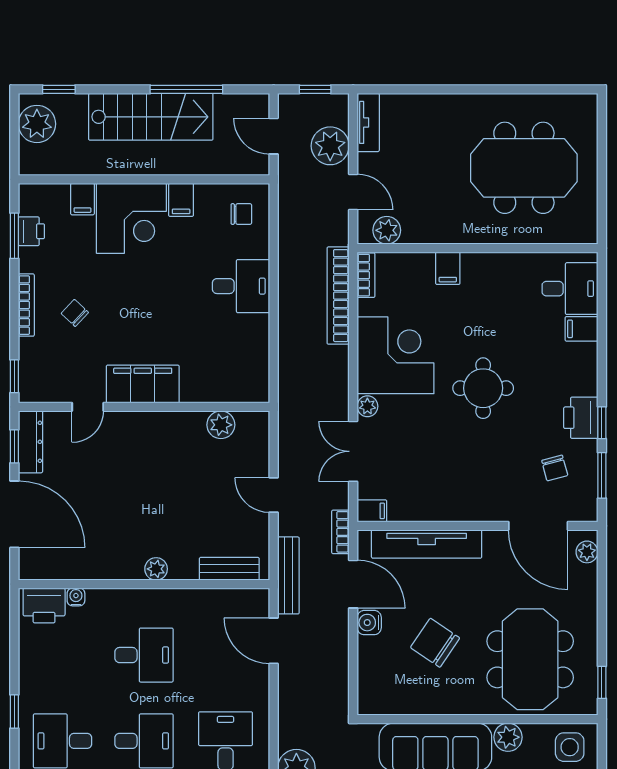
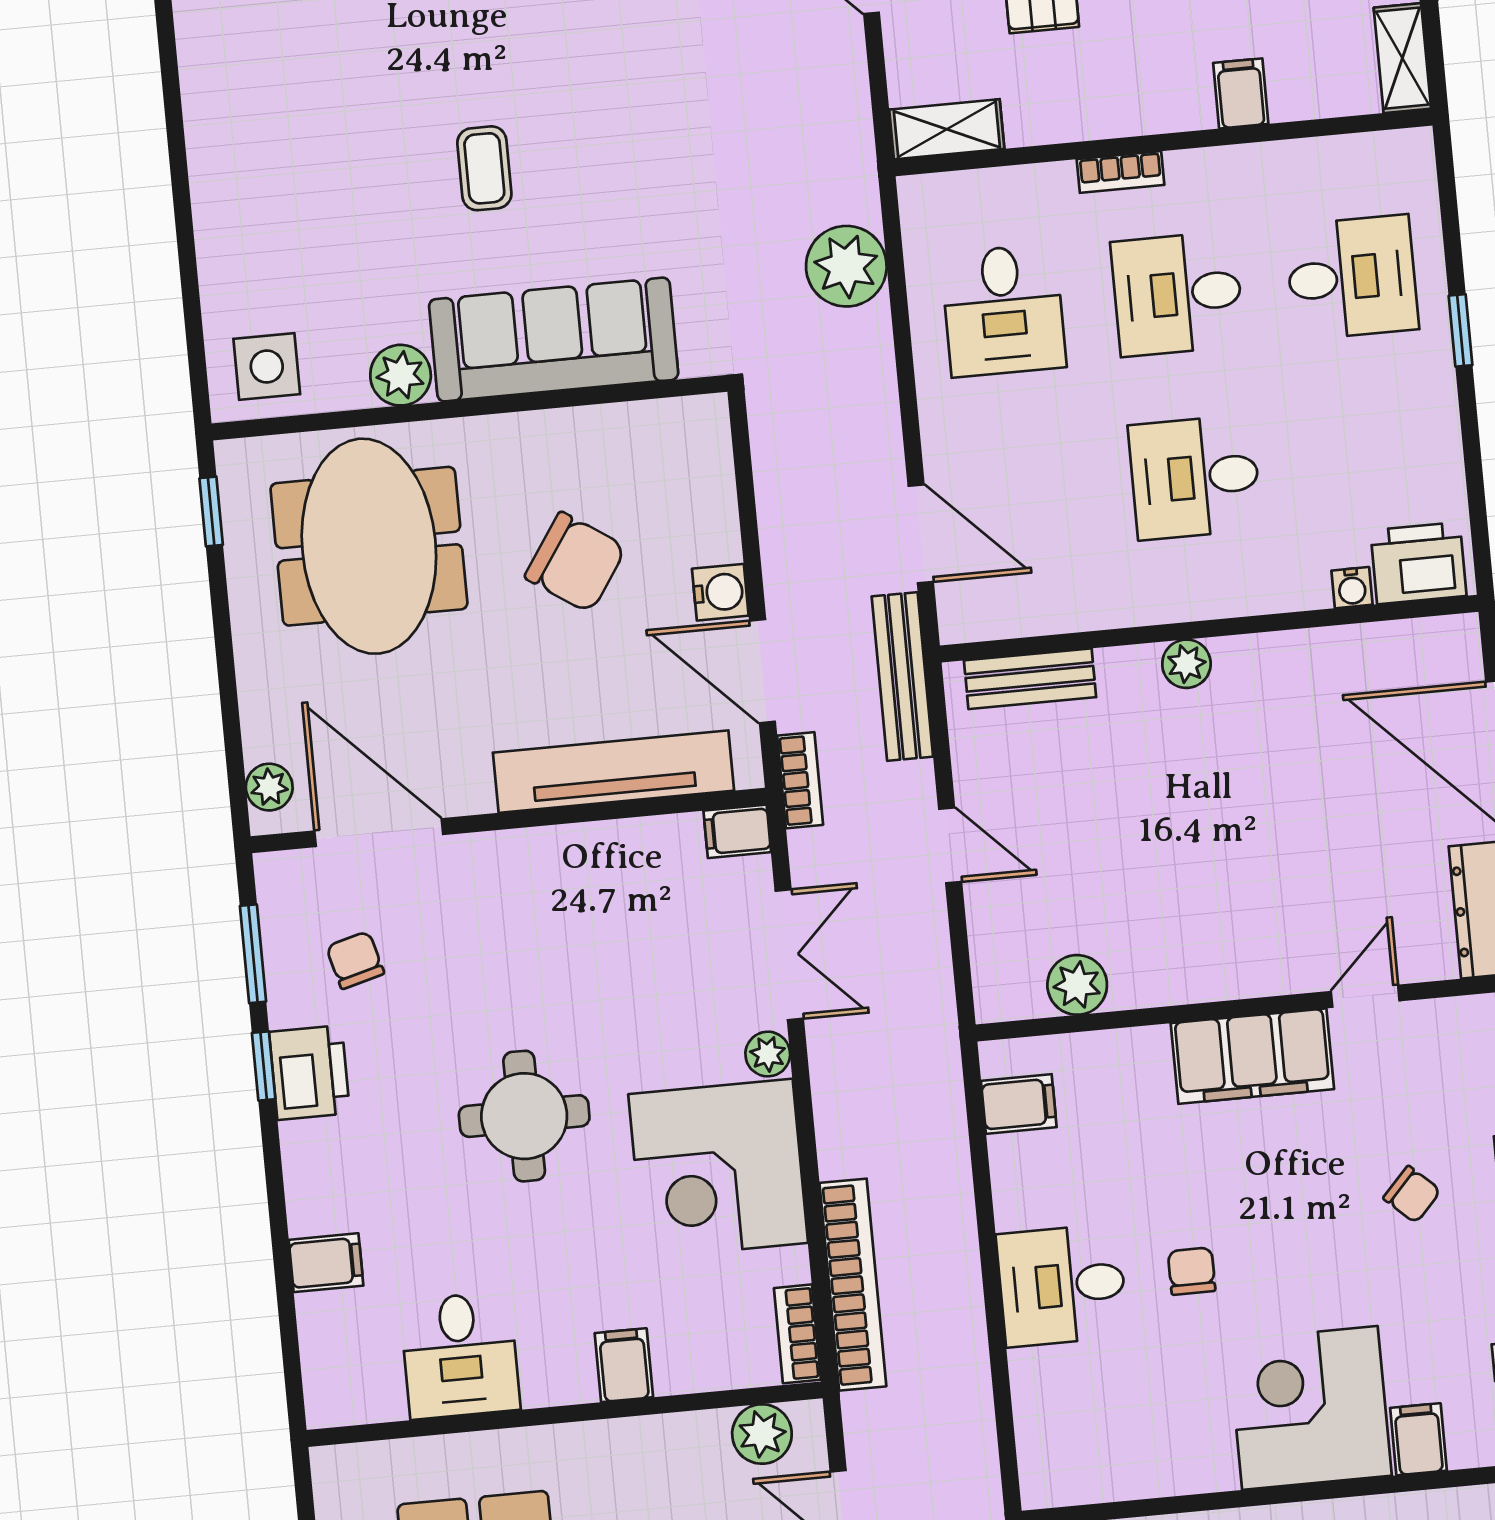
filing cabinet: (181, 200) -> (1019, 1104), moved, turned 90
chair: (241, 214) -> (1192, 1271), moved, turned 90
desk: (570, 289) -> (460, 1355), moved, turned -90

